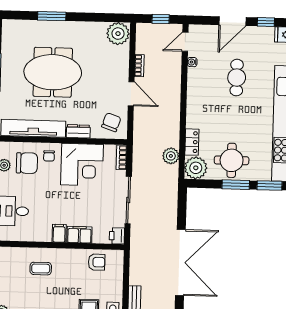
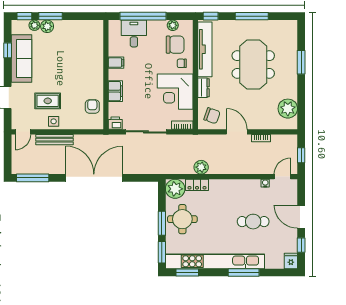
plant: (118, 34) -> (288, 109), moved
door: (185, 42) -> (282, 177), hinge flipped
door: (131, 94) -> (237, 132), swing flipped
plant: (171, 156) -> (201, 167), moved
chair: (27, 163) -> (175, 45), turned -90
filing cabinet: (59, 233) -> (116, 63), moved
armchair: (97, 262) -> (92, 106), turned 180
double door: (180, 263) -> (94, 178), swing flipped
coffee table: (41, 269) -> (86, 59), removed

